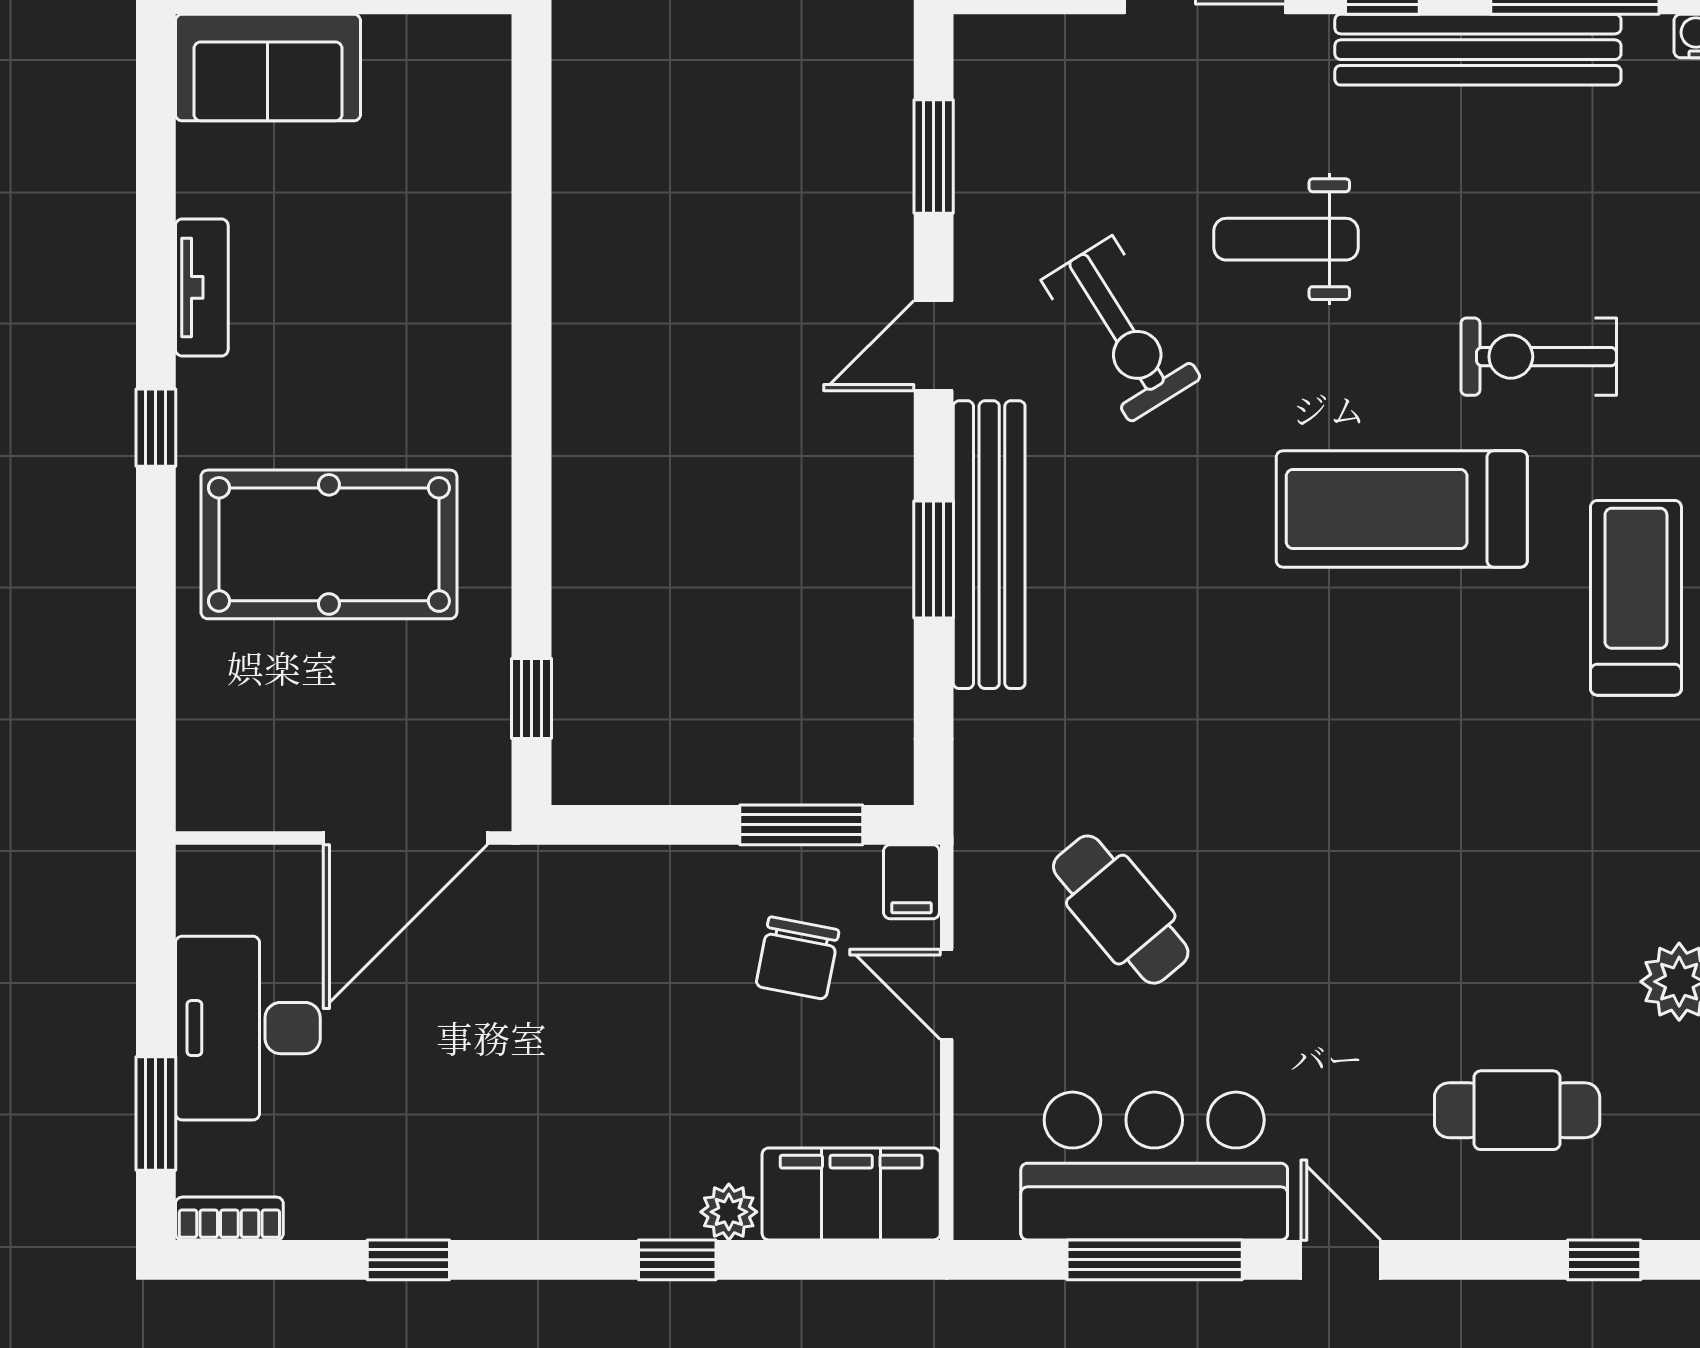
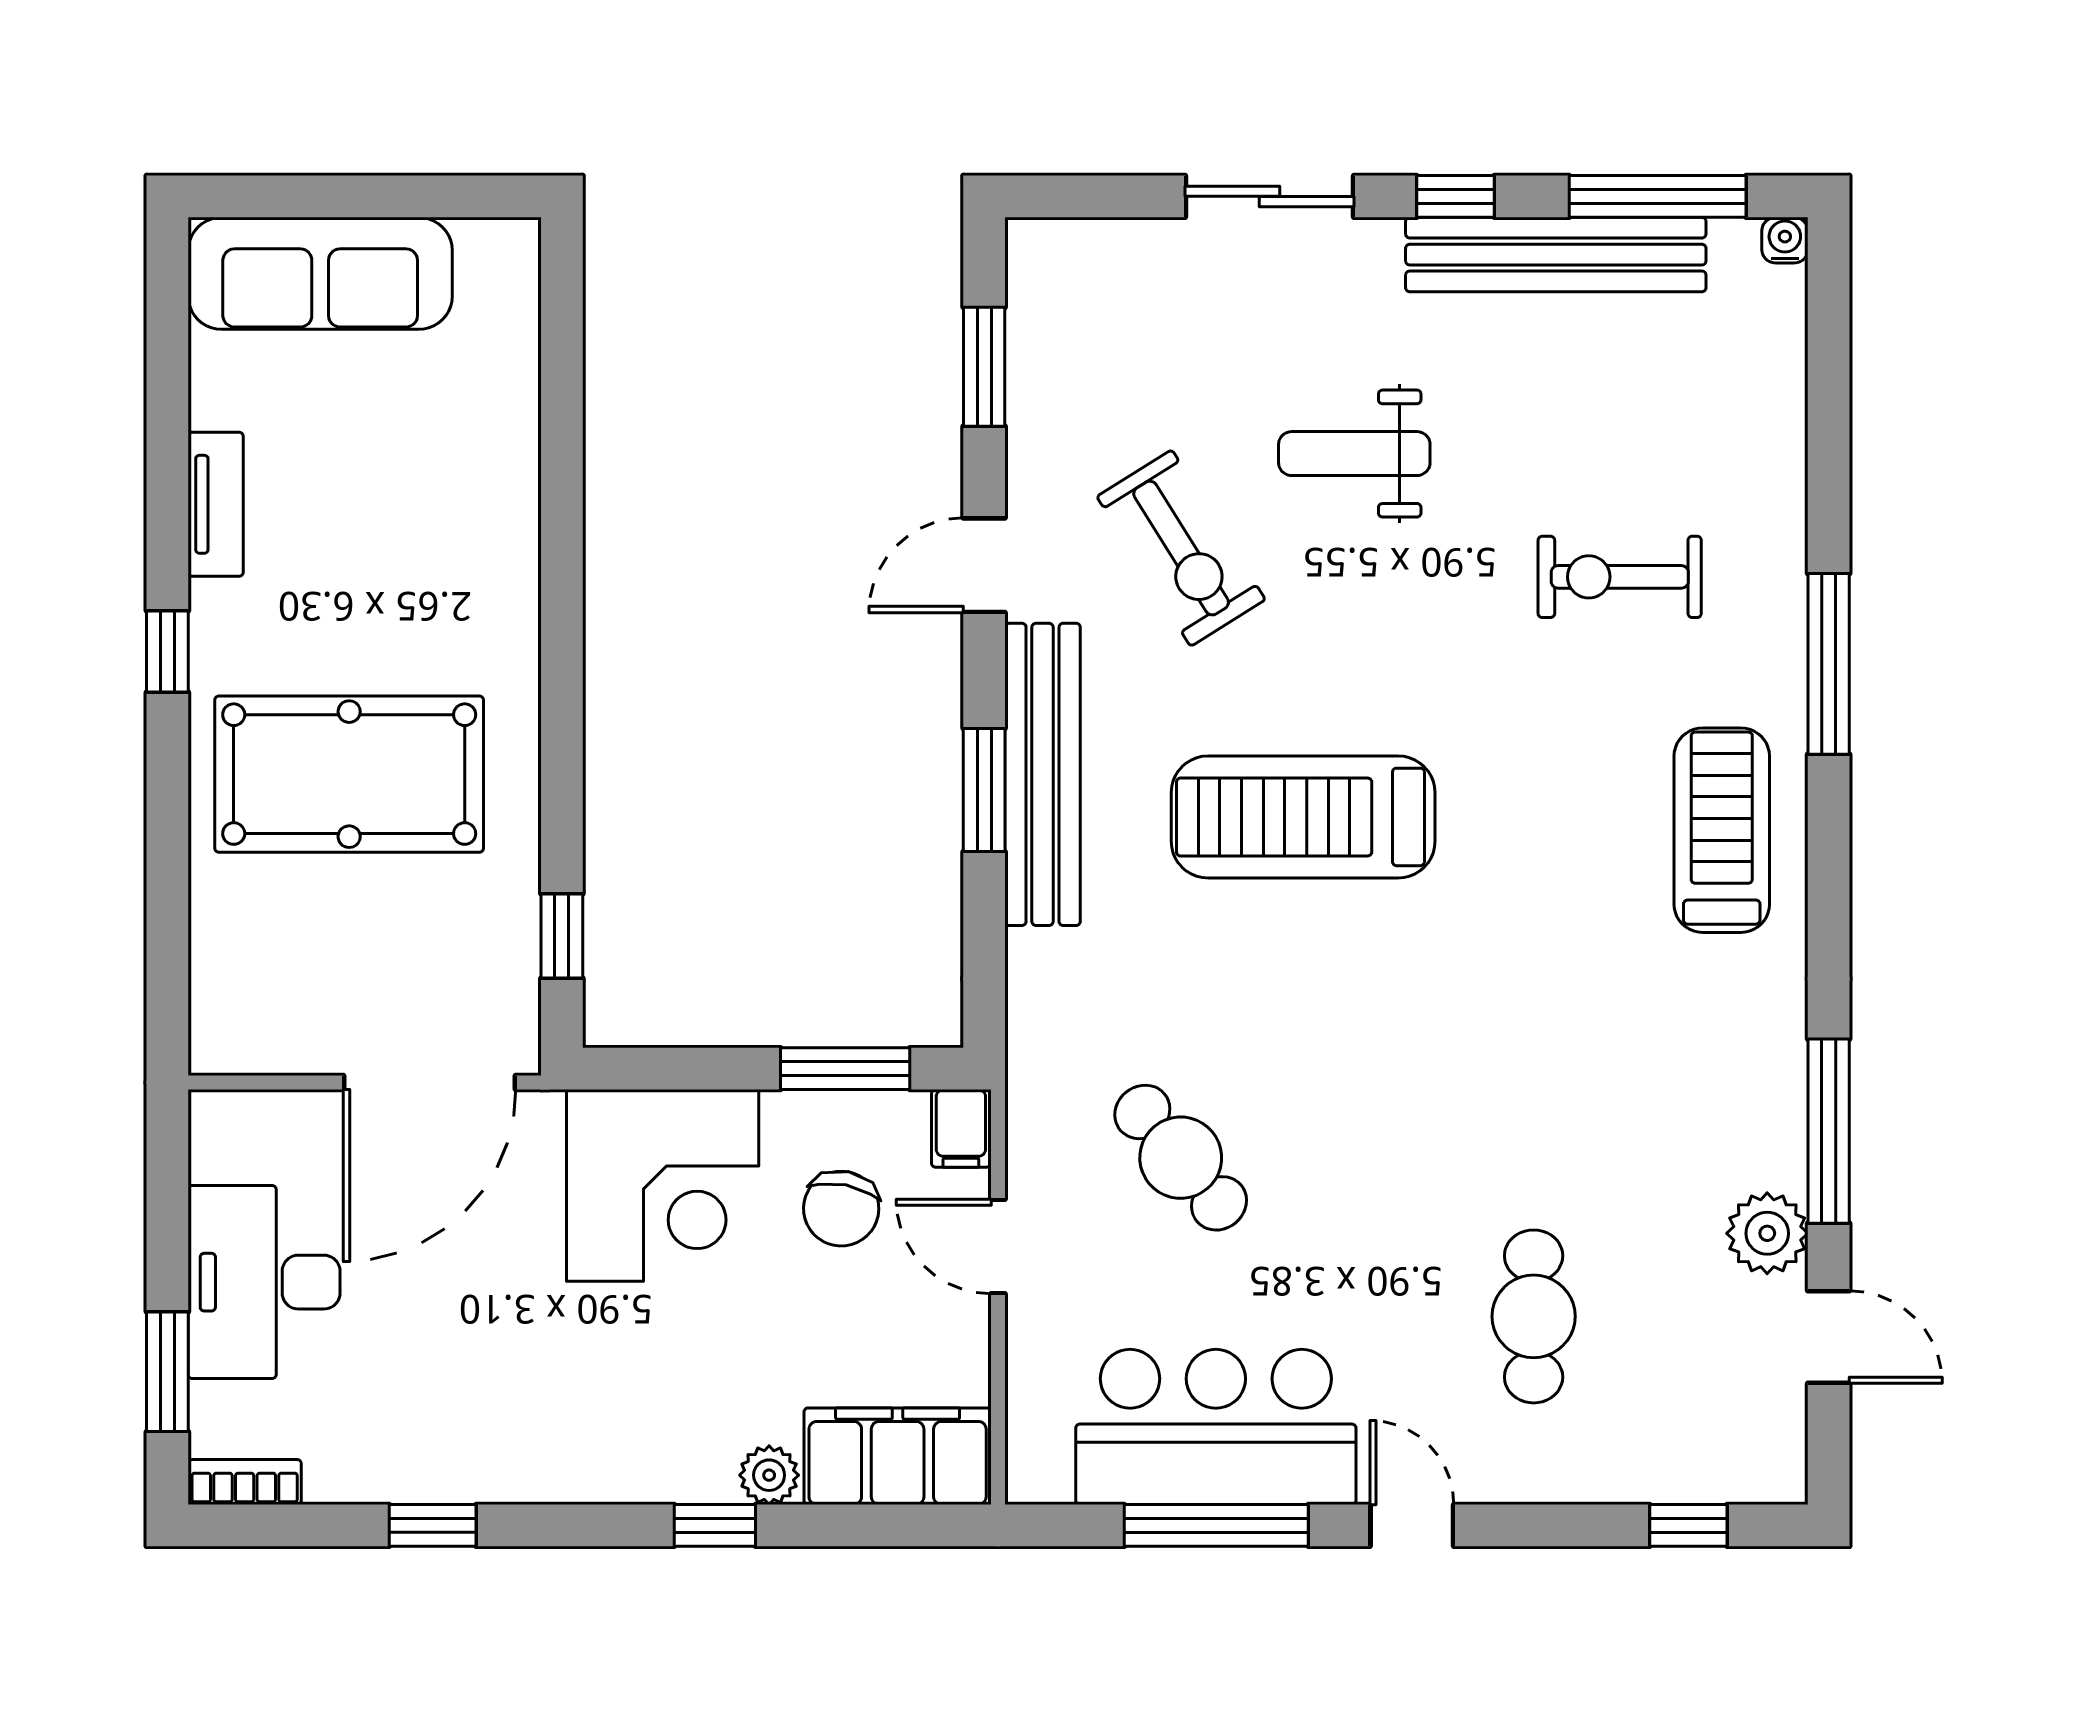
sofa: (268, 68) -> (320, 273), width x1.36
treadmill: (1402, 509) -> (1303, 817), moved
corner desk: (627, 936) -> (663, 1185), added
cafe table: (1517, 1110) -> (1534, 1316), moved, turned 90

